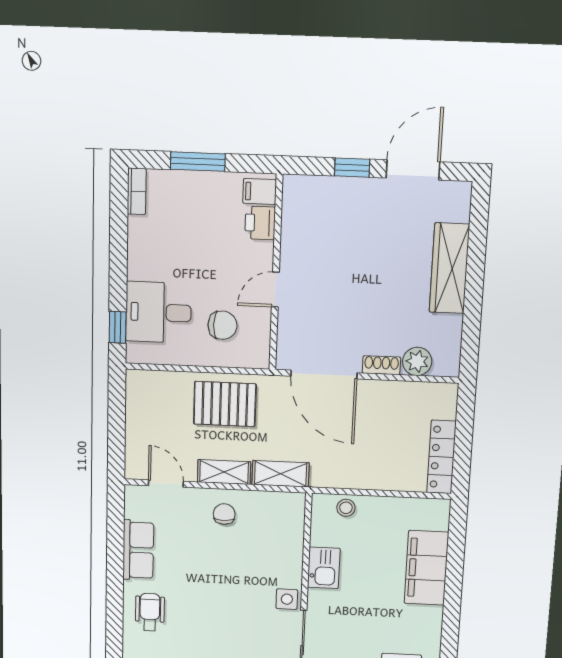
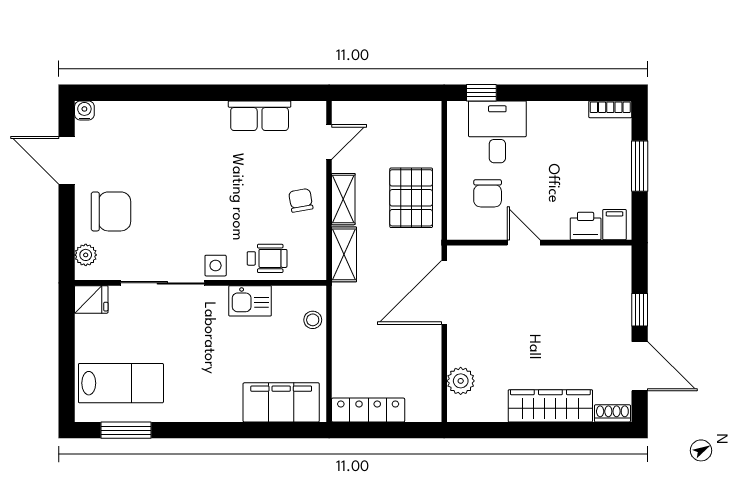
shoe rack: (381, 365) -> (612, 413), moved, turned -90
chair: (224, 514) -> (301, 200), turned -100
filing cabinet: (426, 568) -> (281, 402), moved
wheelchair: (150, 612) -> (267, 258), moved

